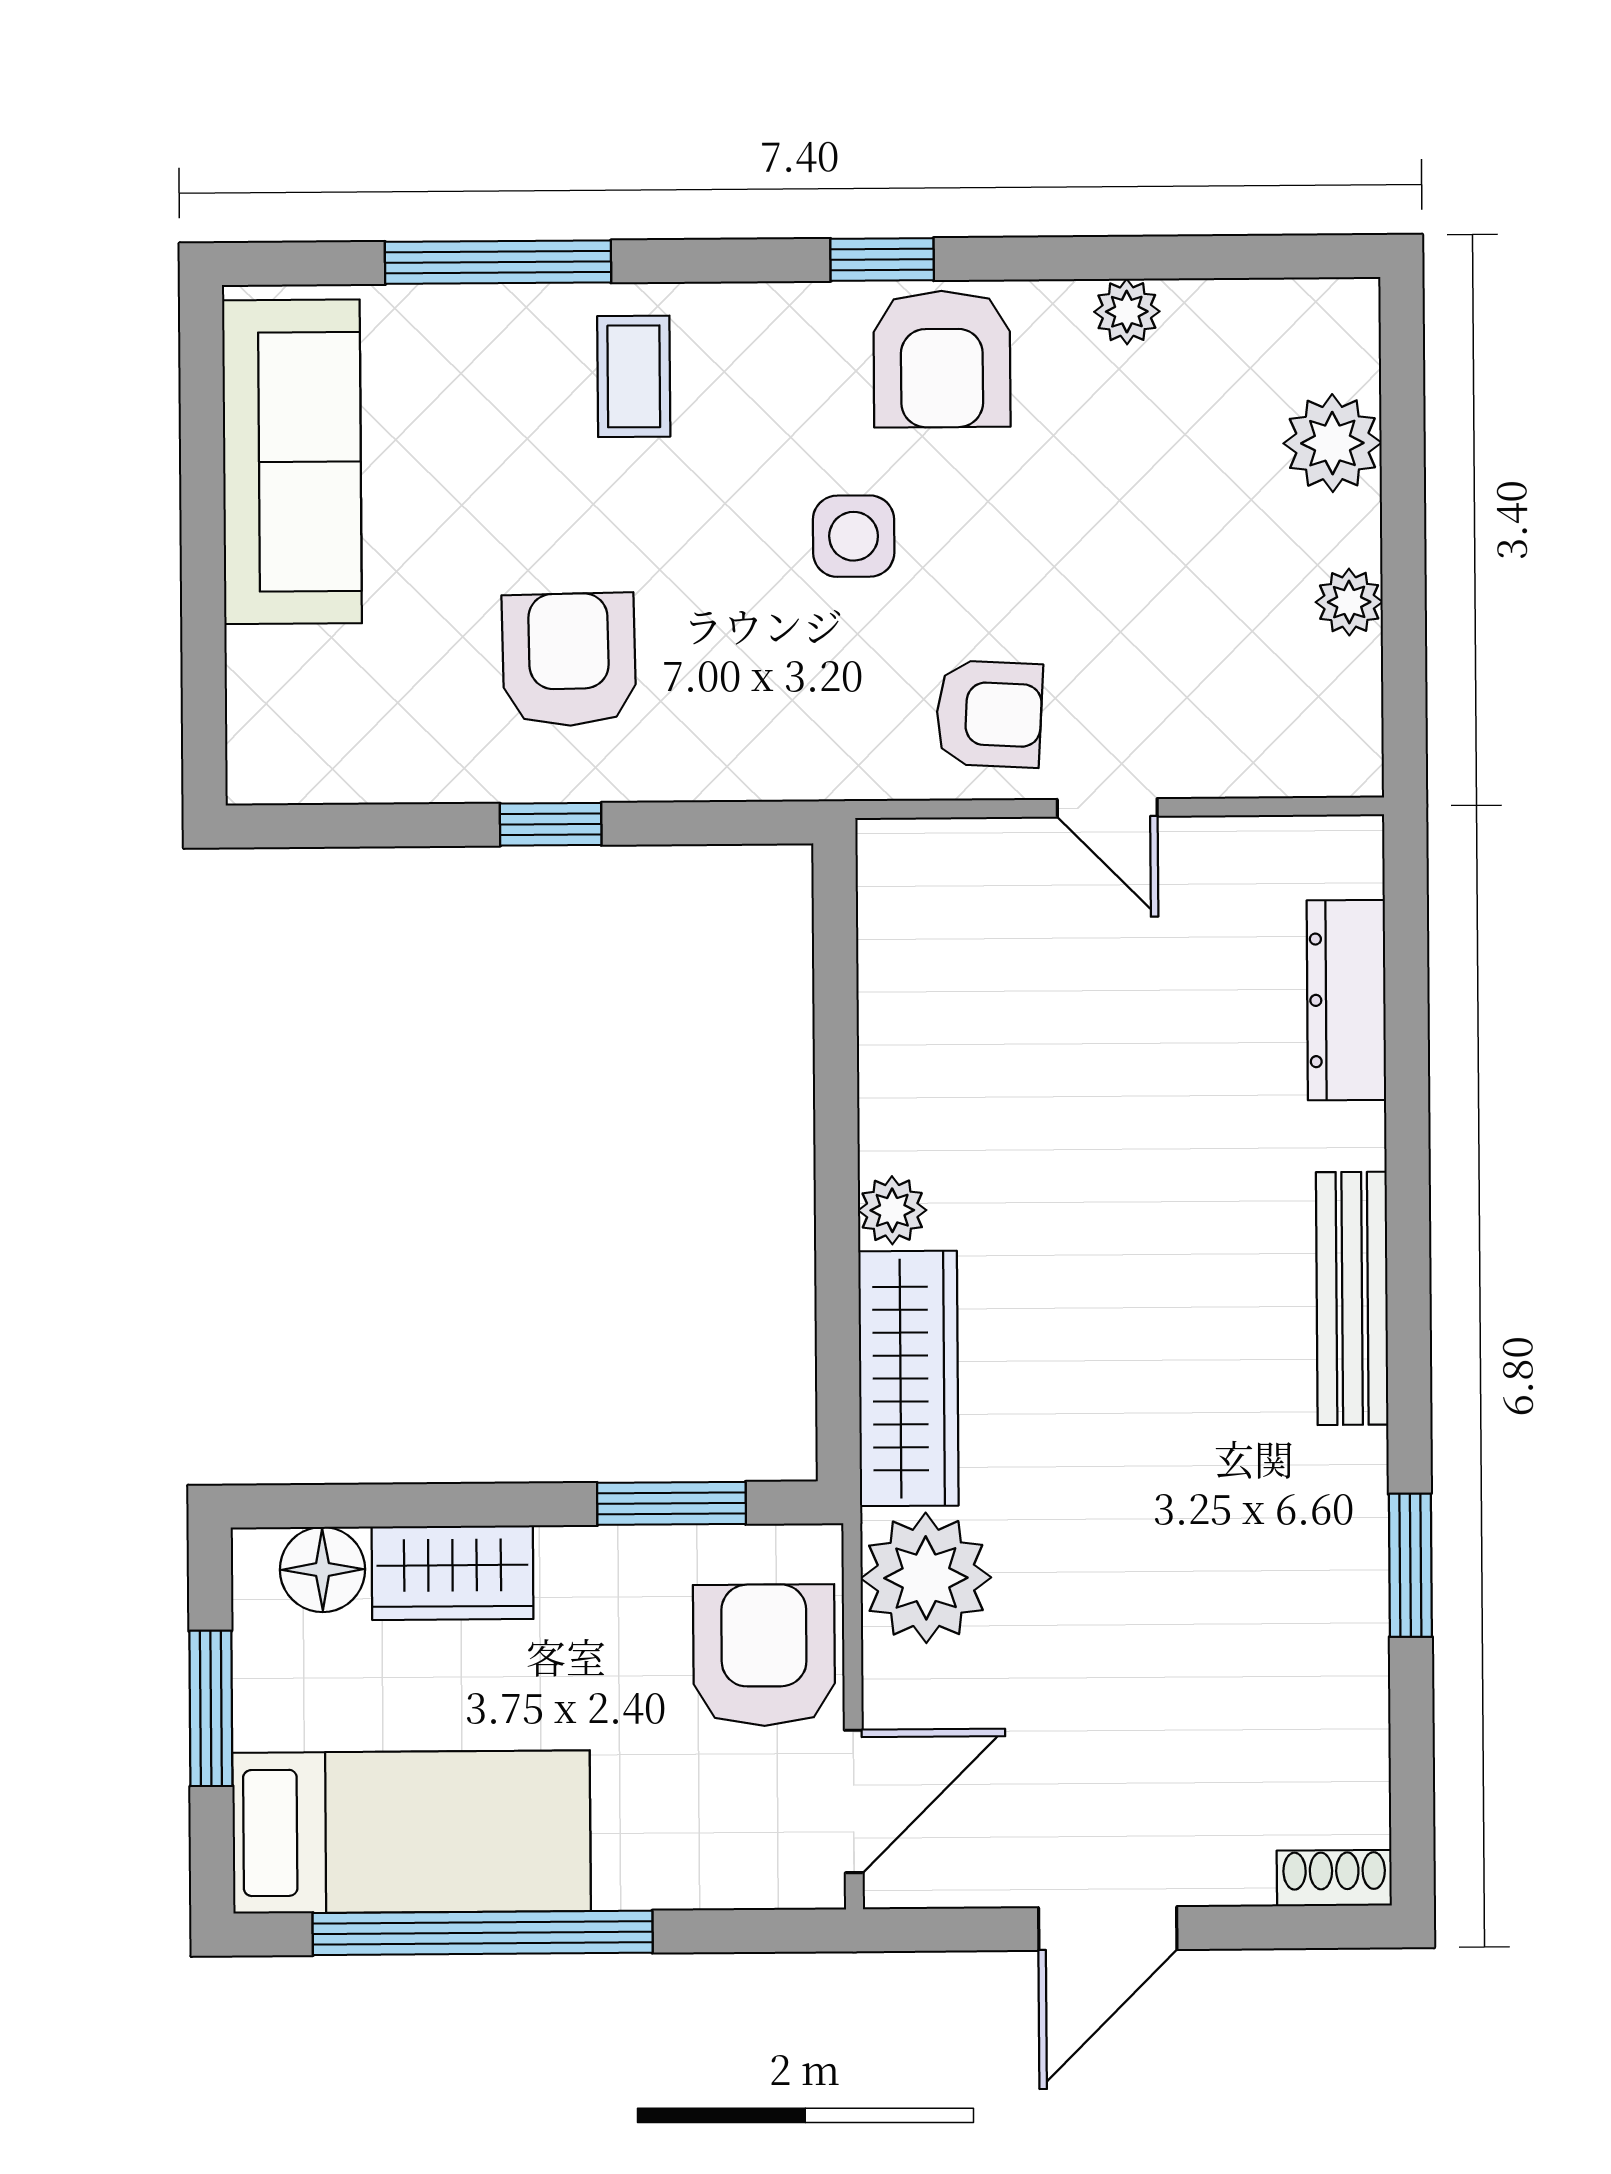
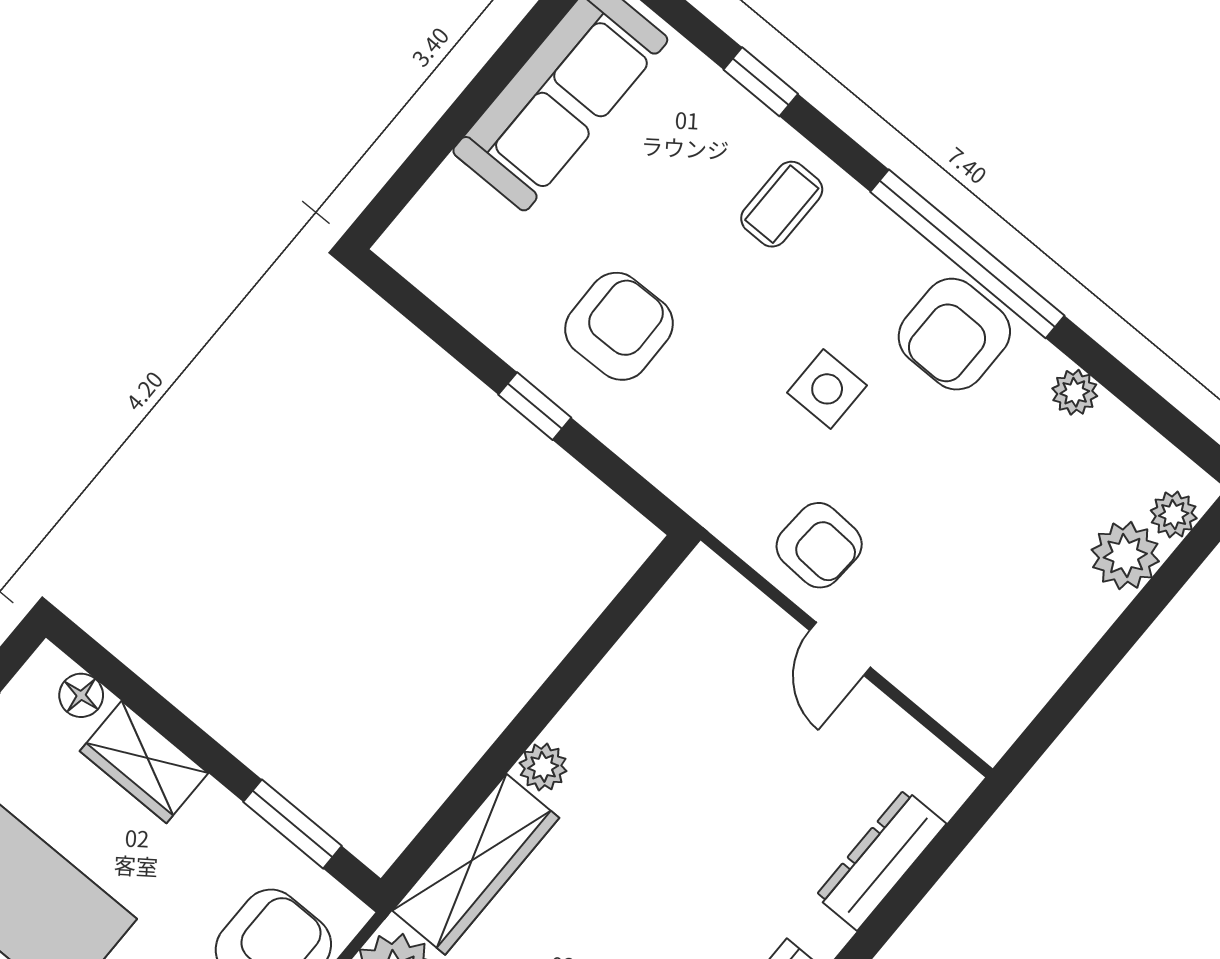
window: (882, 260) -> (967, 254), width x3.17
window: (498, 262) -> (761, 82), width x0.46
plant: (1349, 602) -> (1174, 514), moved
floor lamp: (322, 1570) -> (81, 695), width x0.73, depth x0.73

